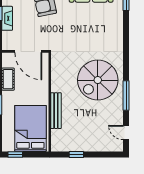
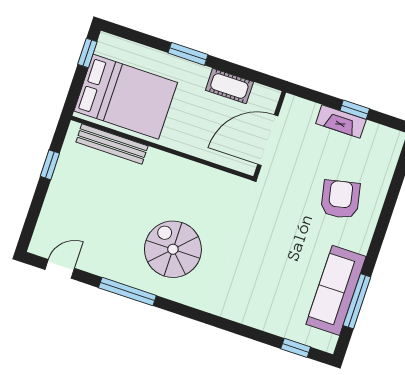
spiral stairs: (98, 80) -> (173, 249), width x0.73, depth x0.73
bench: (56, 111) -> (112, 144), moved

